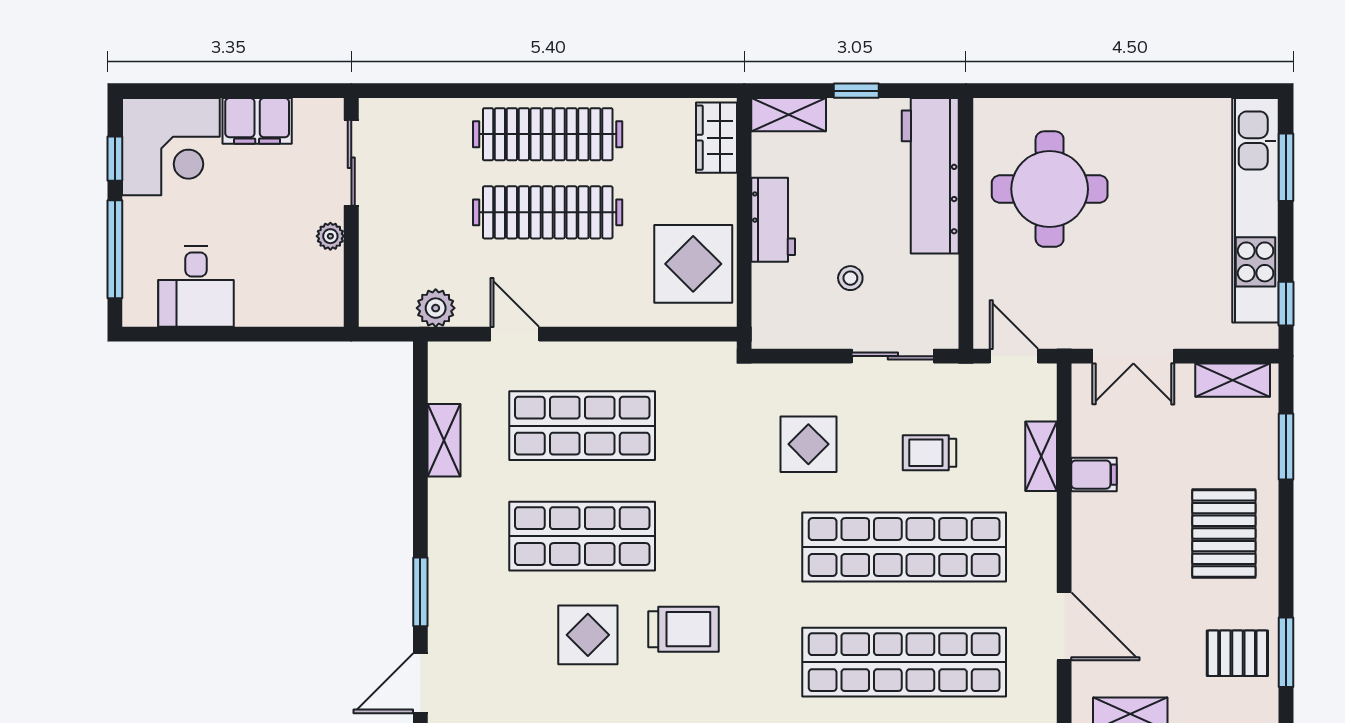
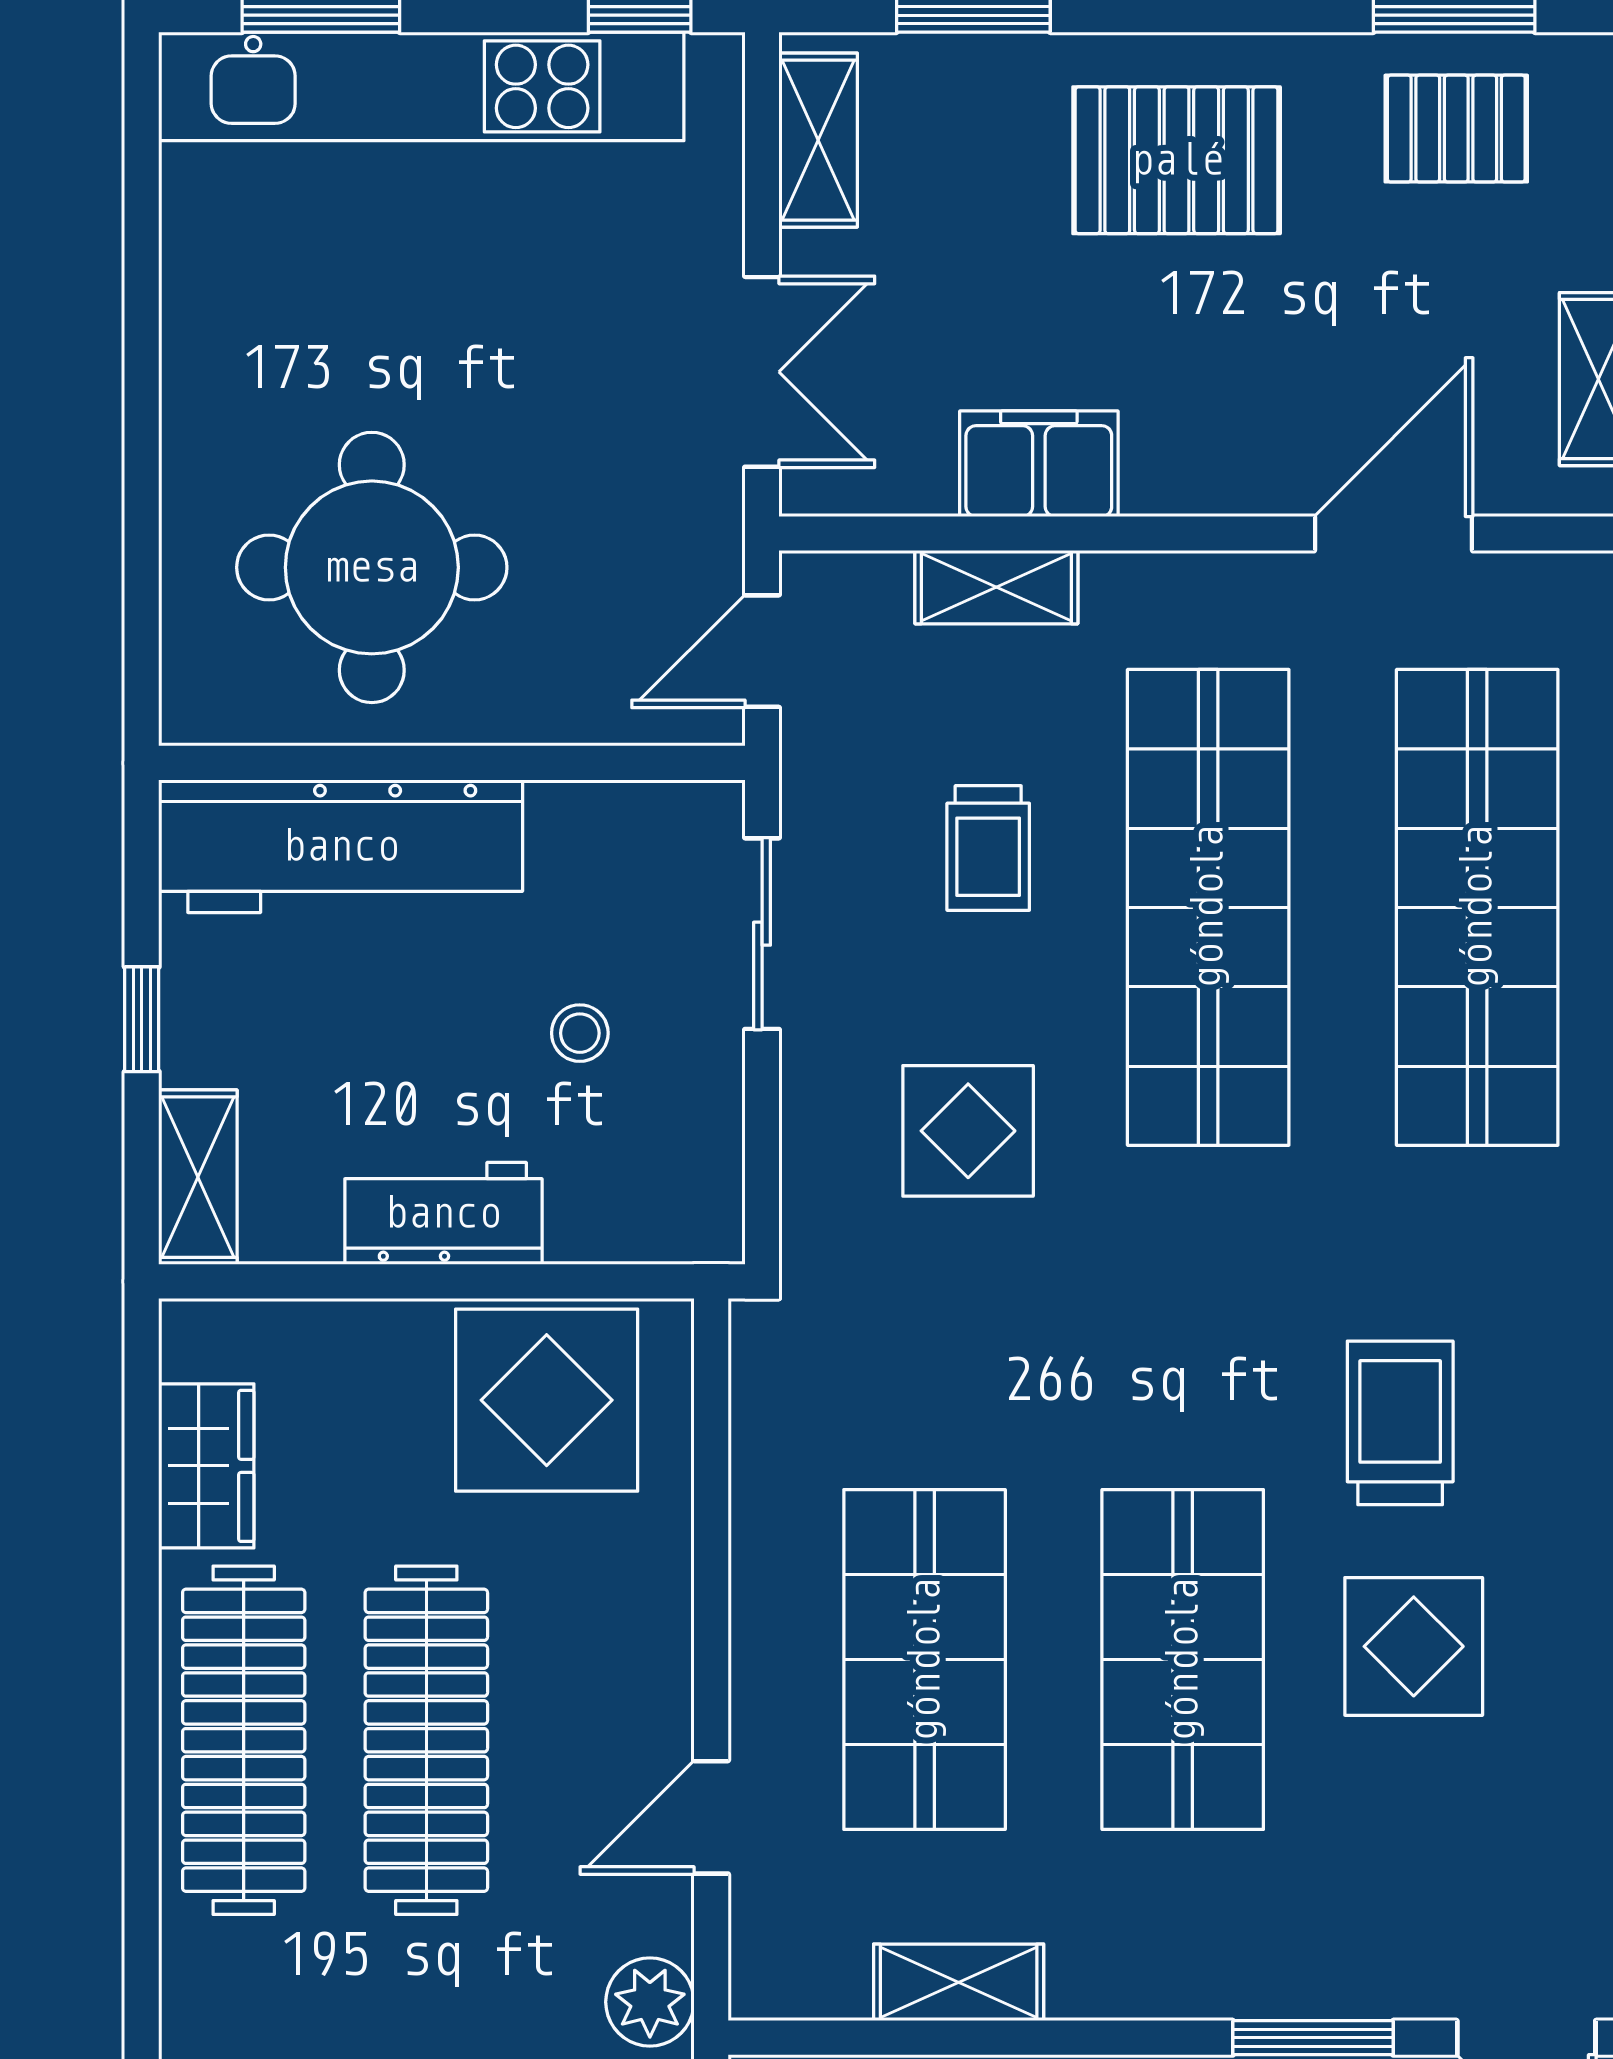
wardrobe: (716, 138) -> (206, 1466), moved, turned -90
filing cabinet: (1094, 475) -> (1039, 464), width x2.00
pallet: (1237, 653) -> (1456, 129), turned 90

